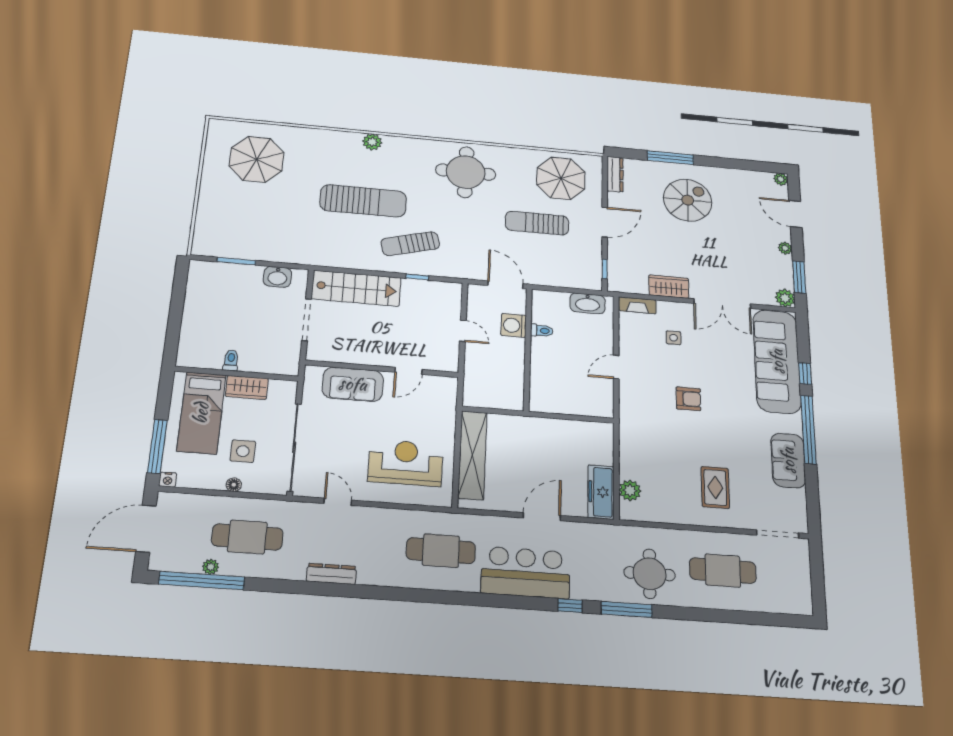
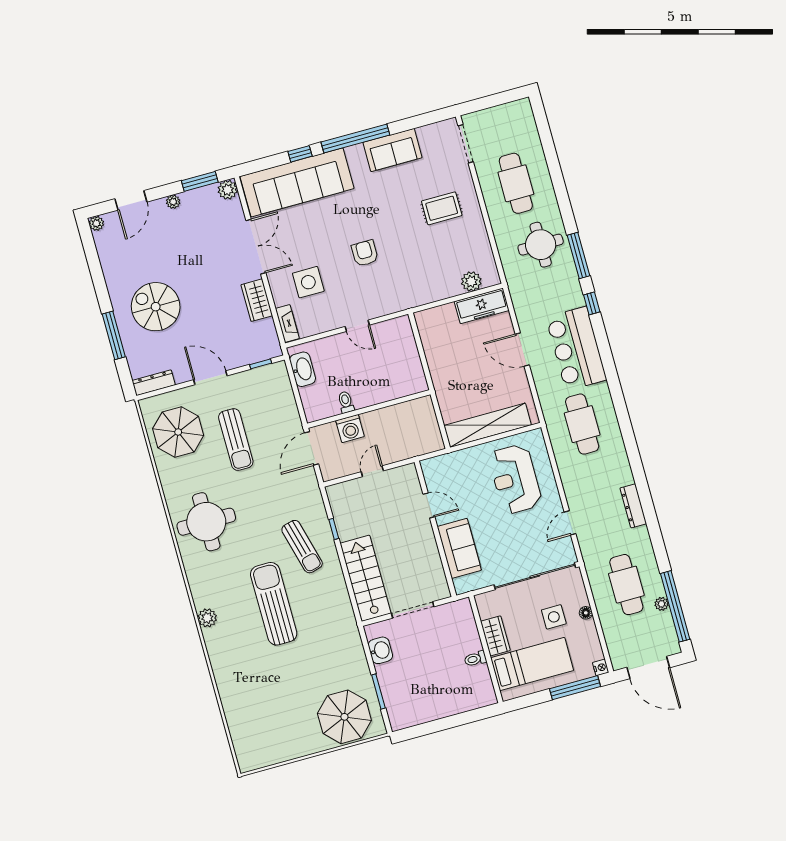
parasol: (257, 159) -> (344, 717), moved
side table: (674, 338) -> (308, 282), width x1.87, depth x1.87

